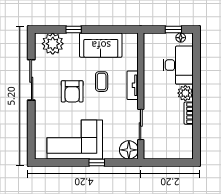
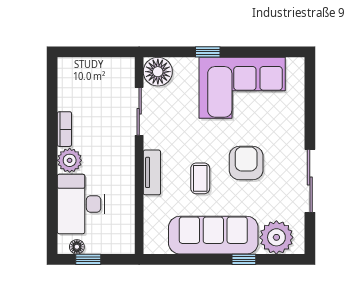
sofa: (101, 45) -> (213, 235), width x1.36

